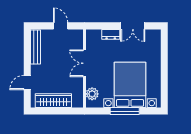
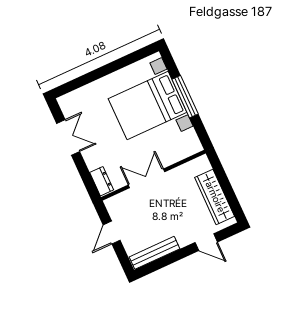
dresser: (111, 34) -> (102, 181), moved
double door: (85, 63) -> (147, 178), swing flipped
plant: (92, 94) -> (182, 150), removed

